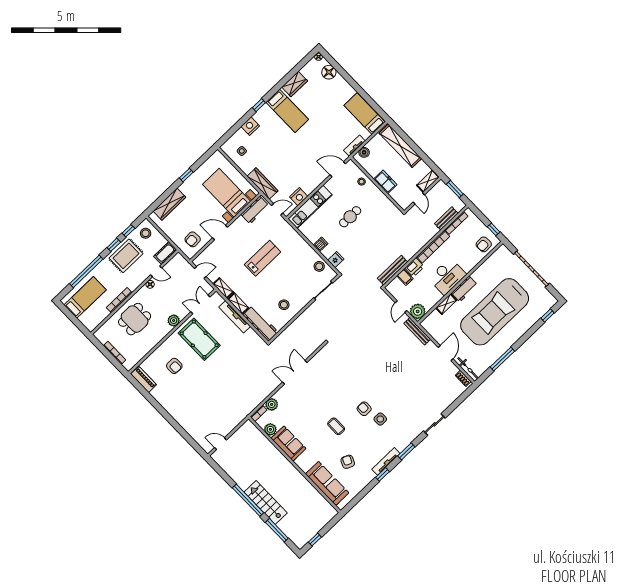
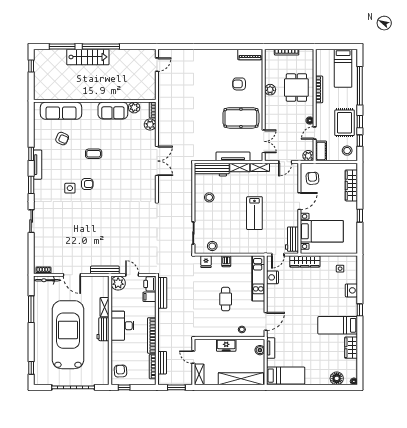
plant: (178, 259) -> (308, 156), added
printer: (415, 267) -> (150, 284), moved
plant: (174, 321) -> (270, 90), moved

